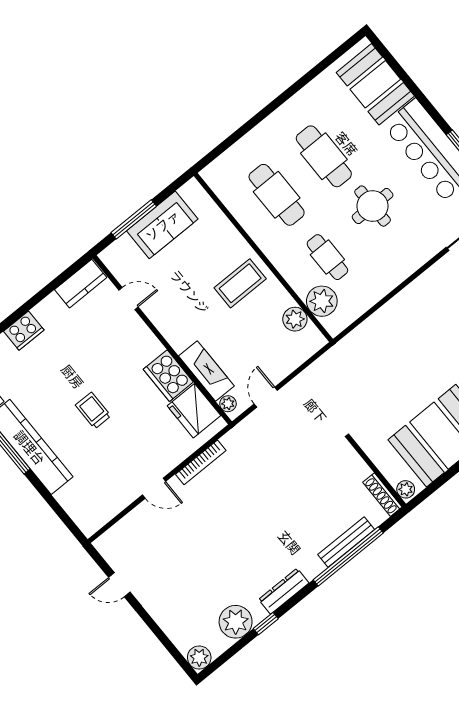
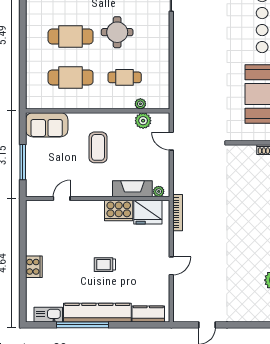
sofa: (162, 225) -> (47, 125), moved, turned 90
coffee table: (240, 283) -> (98, 147), moved
kitchen counter: (81, 284) -> (148, 314), moved, turned -90
plant: (322, 301) -> (140, 104), width x0.53, depth x0.53
door: (266, 397) -> (171, 141), moved
bookcase: (201, 462) -> (178, 213), moved

